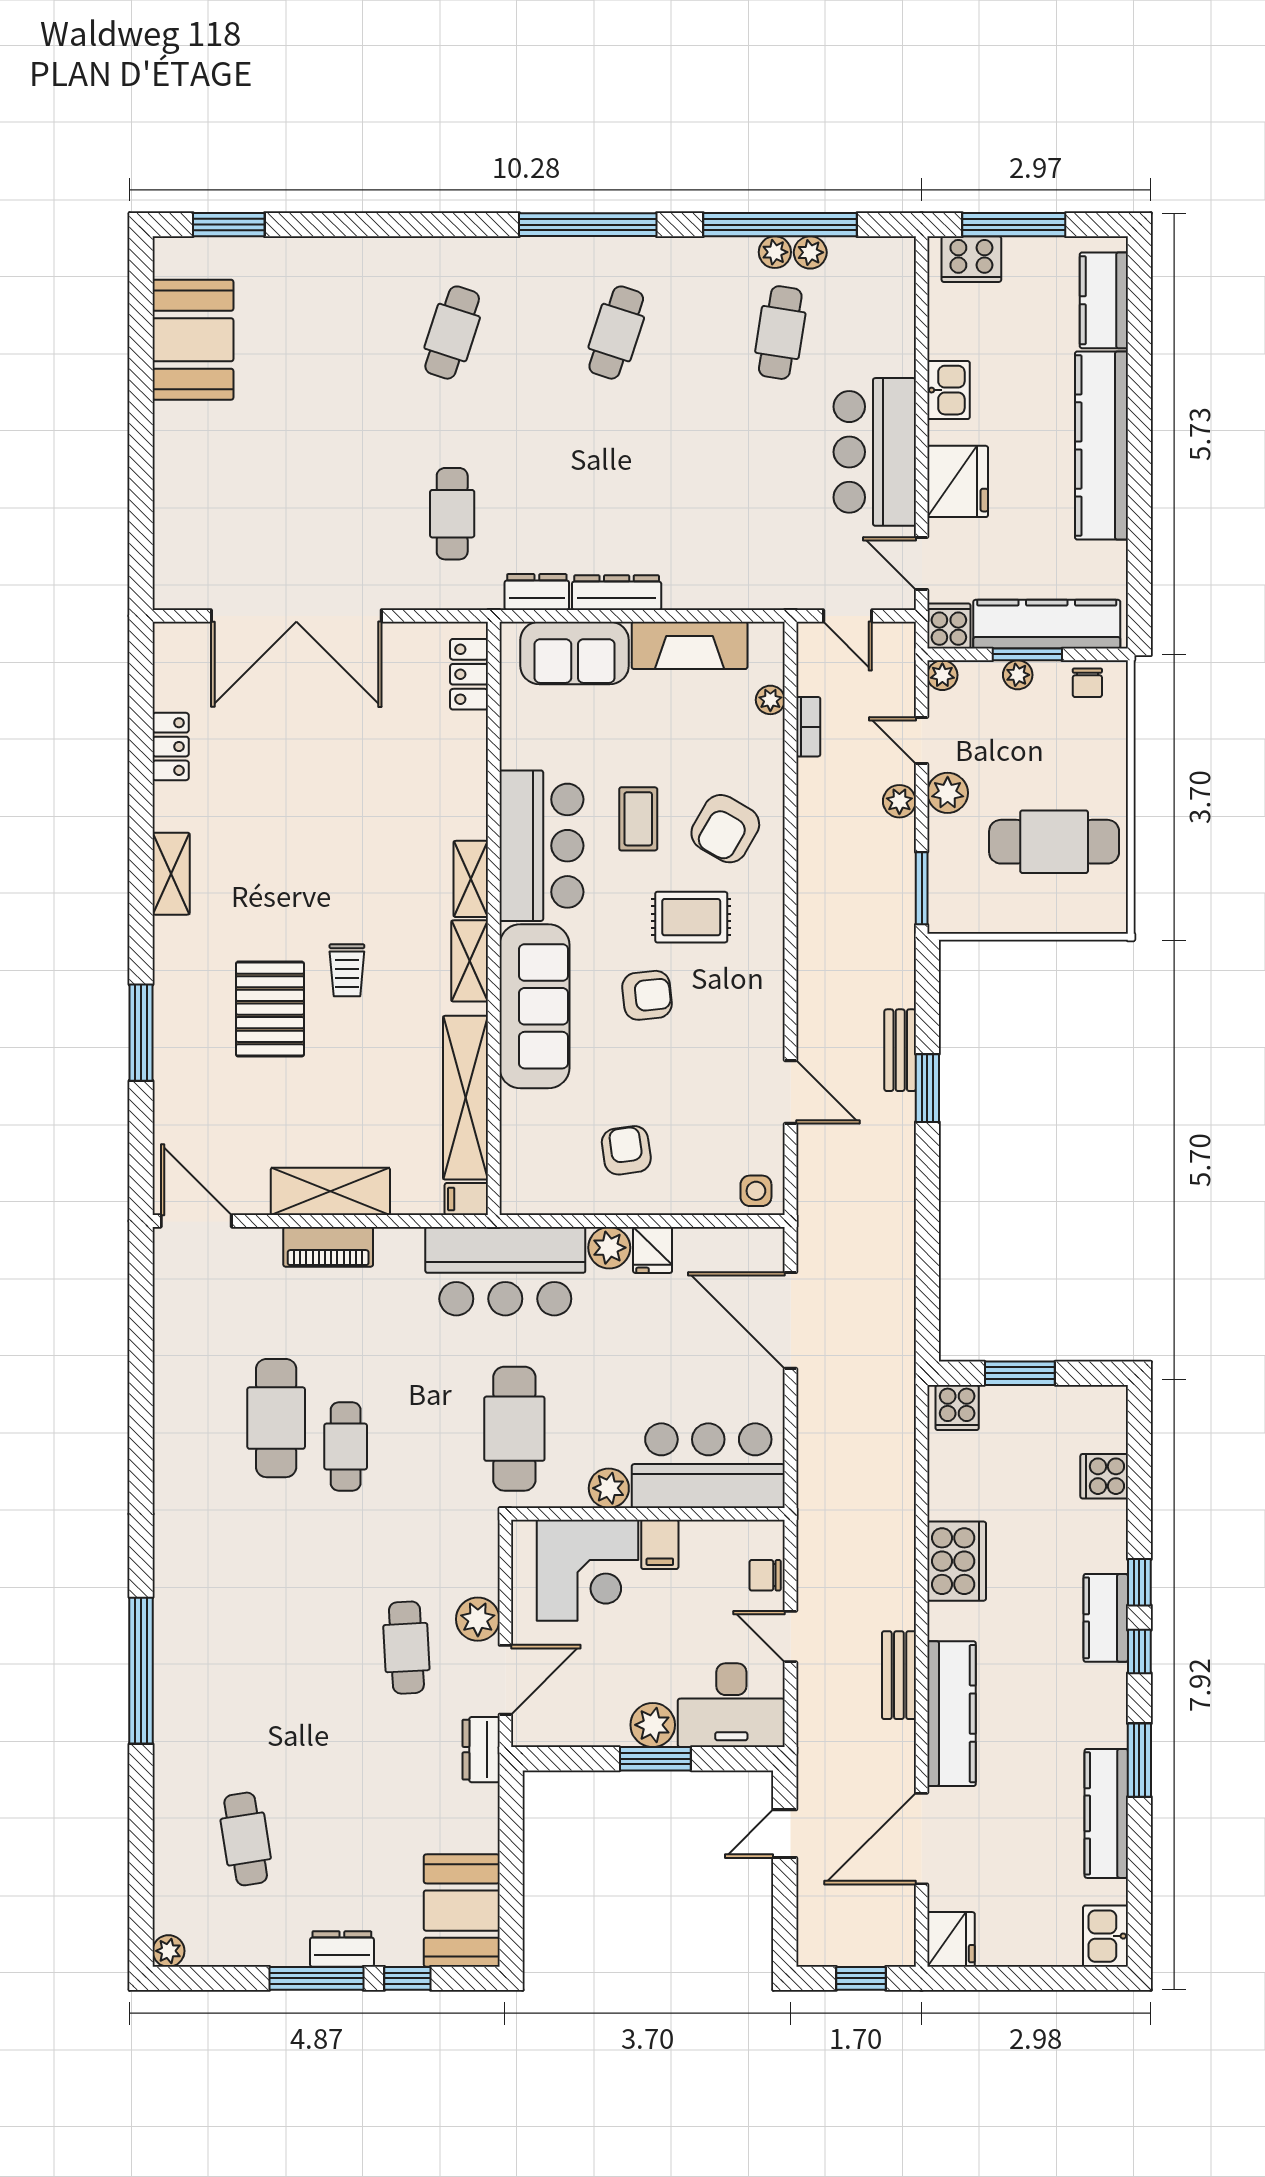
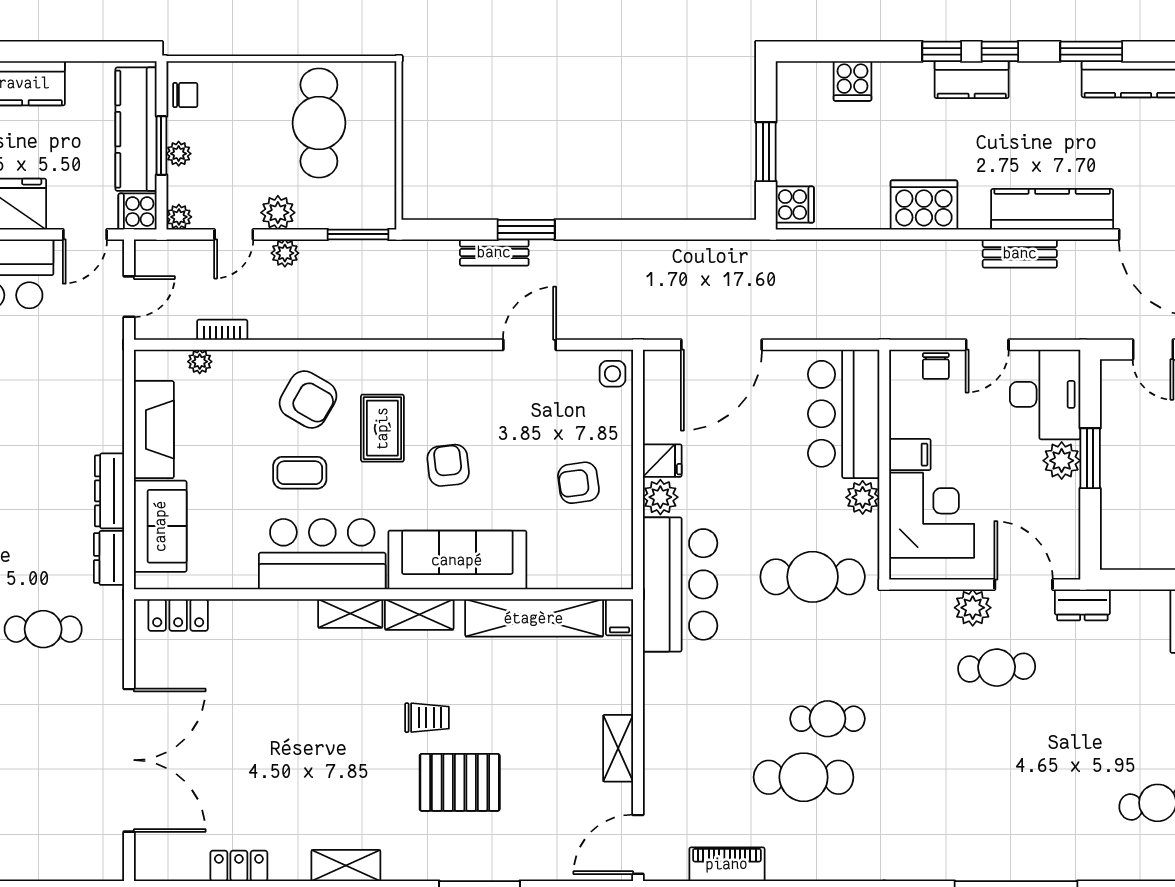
shelving: (330, 1191) -> (618, 748), width x0.67, depth x0.75
piano: (328, 1247) -> (727, 864), moved, turned -90

